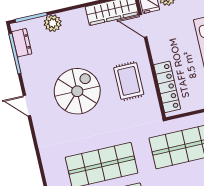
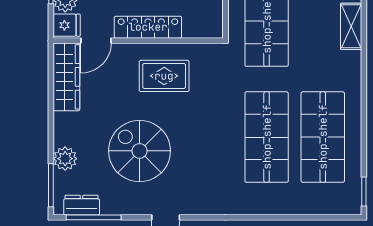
locker: (167, 87) -> (148, 27), moved
spiral stairs: (77, 91) -> (140, 151), moved

